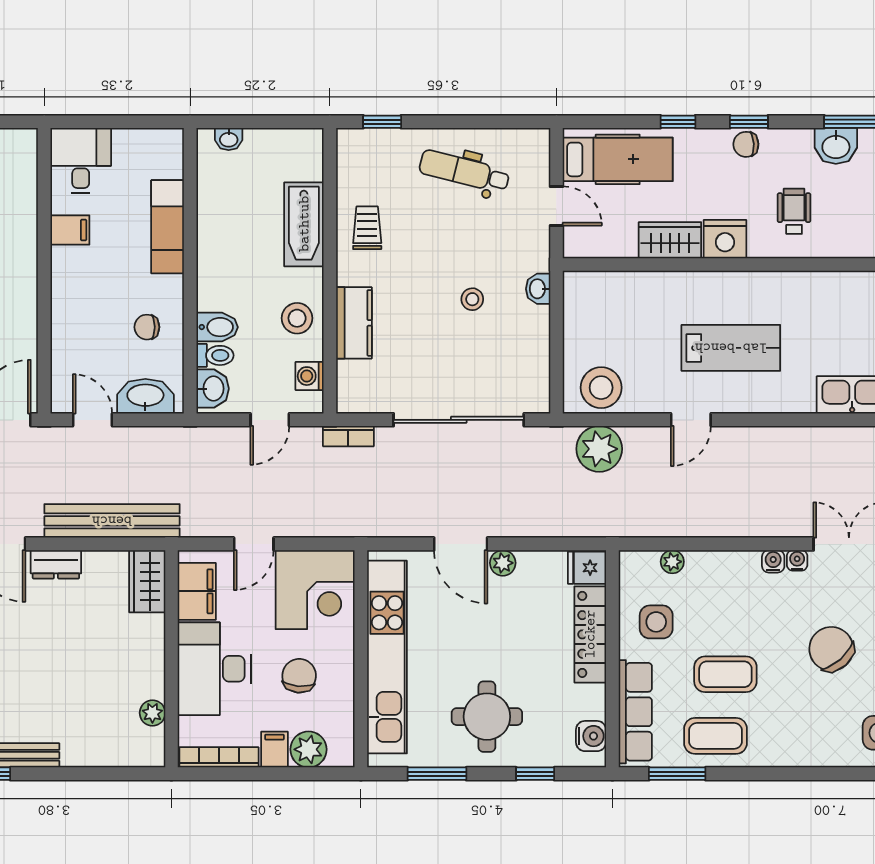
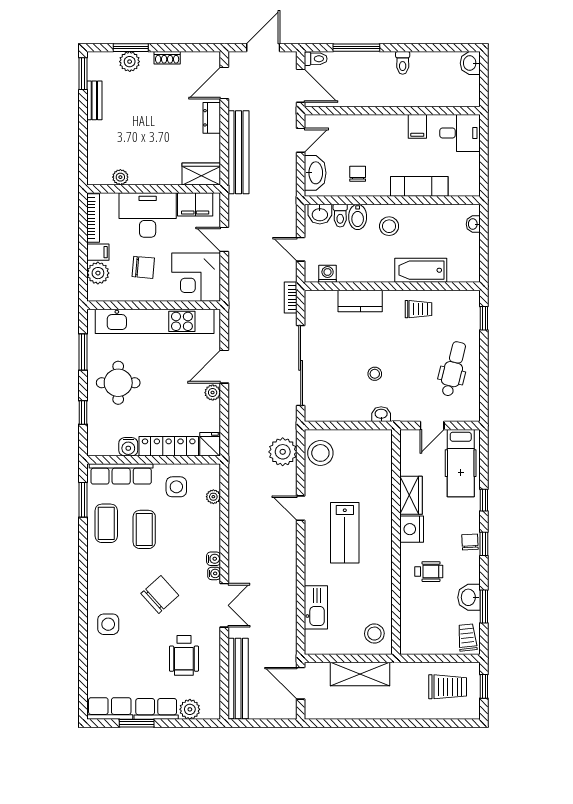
stool: (297, 318) -> (389, 226), moved
water cooler: (591, 736) -> (128, 447), moved

